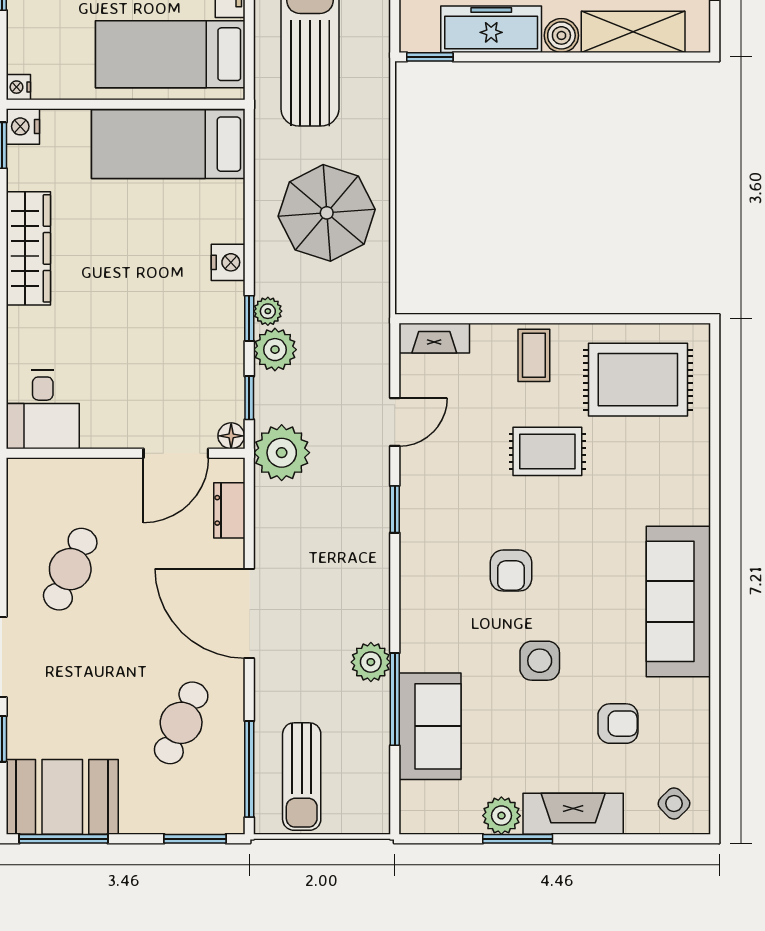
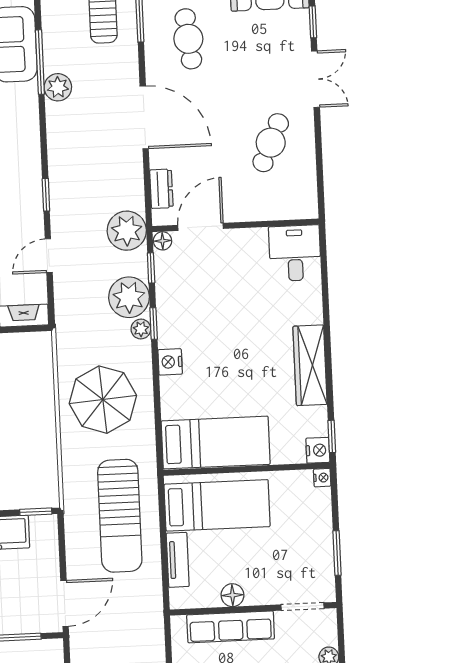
plant: (275, 350) -> (129, 297), width x1.36, depth x1.36
cafe table: (181, 723) -> (188, 39), turned -30

